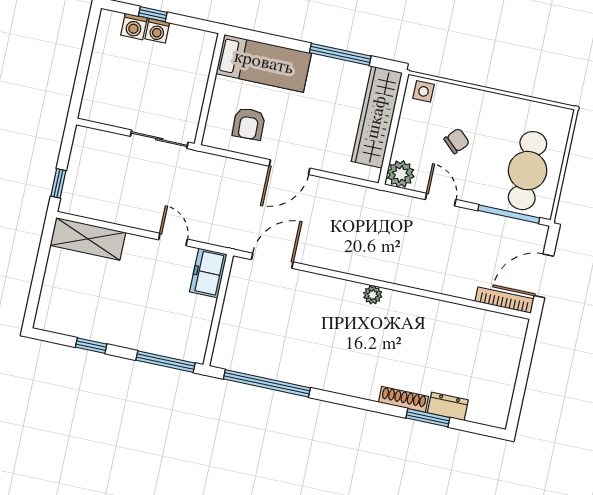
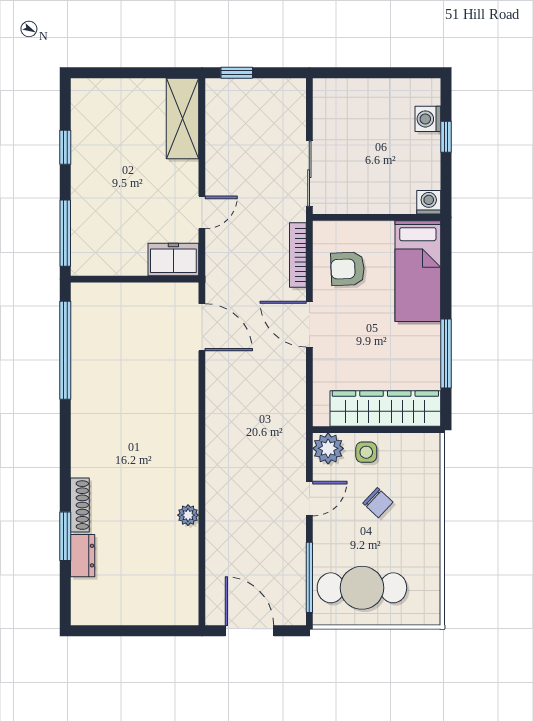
washing machine: (157, 31) -> (429, 202), moved, turned 90
side table: (423, 91) -> (366, 452), moved
plant: (373, 295) -> (188, 515), moved
bookcase: (504, 300) -> (298, 255), moved, turned 180

